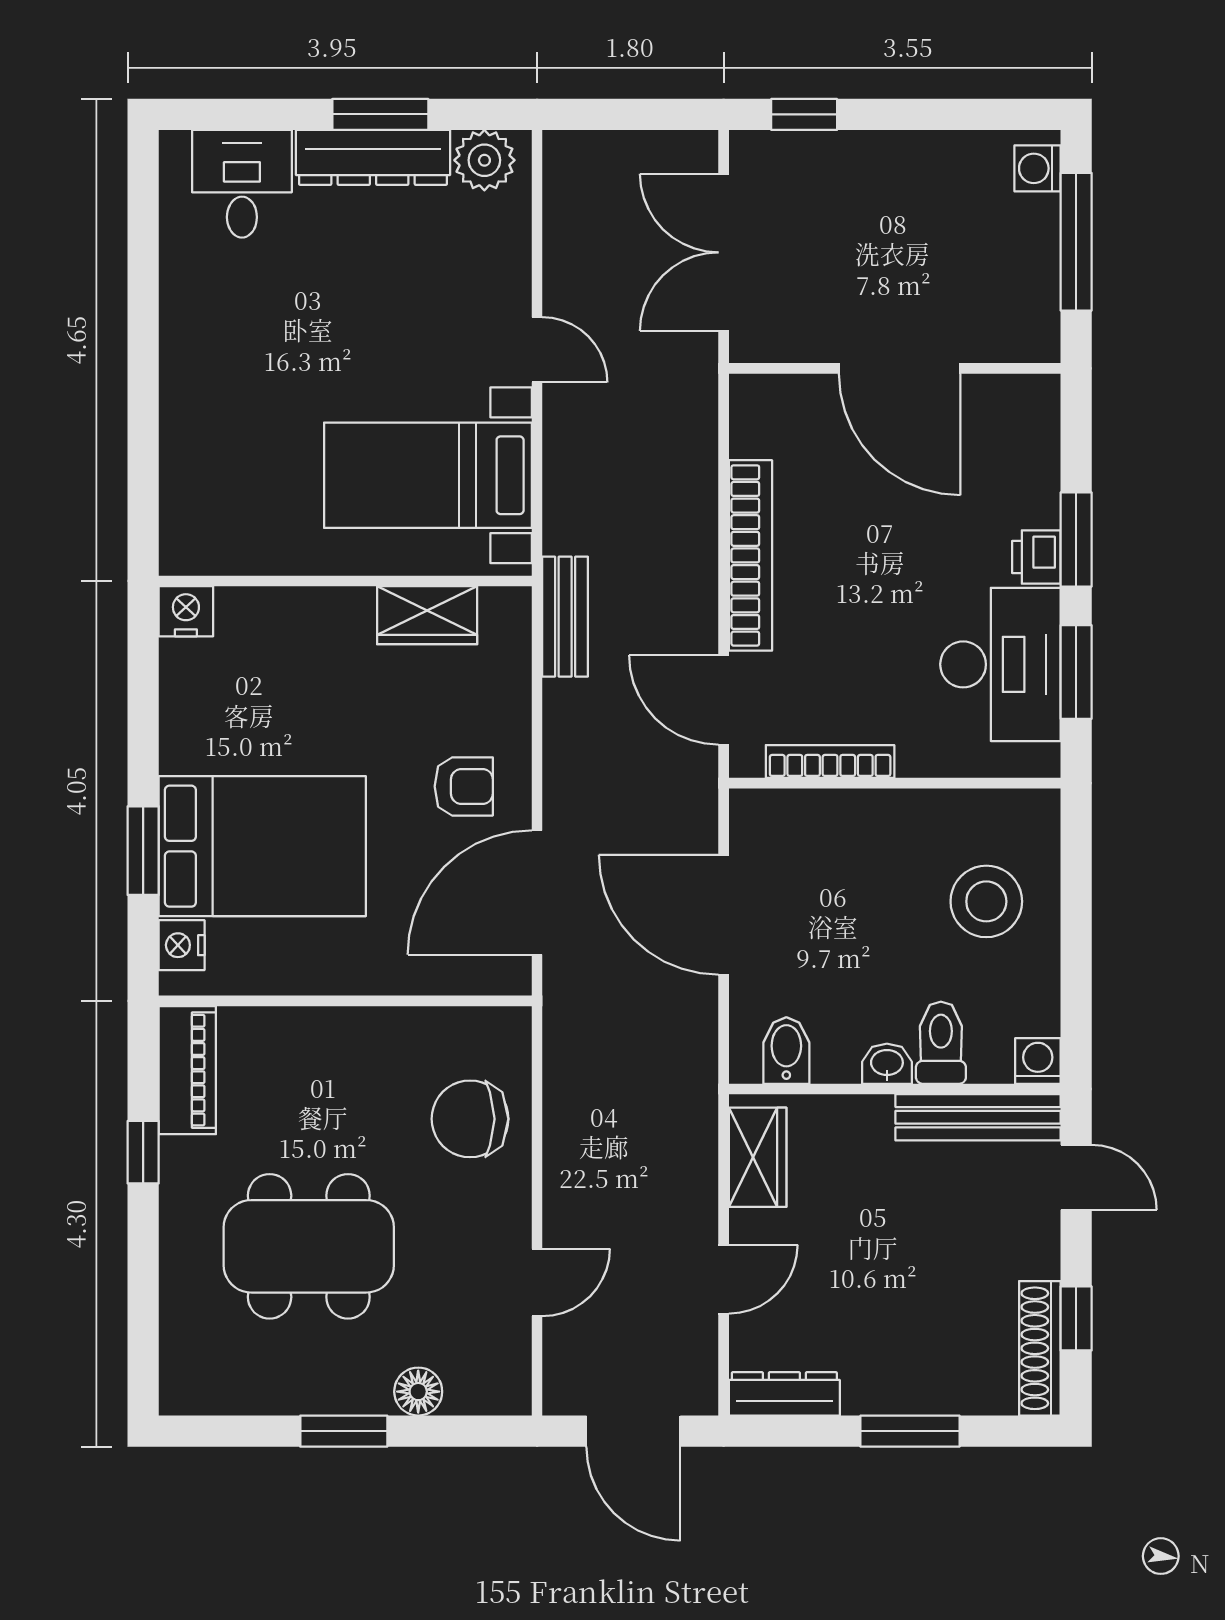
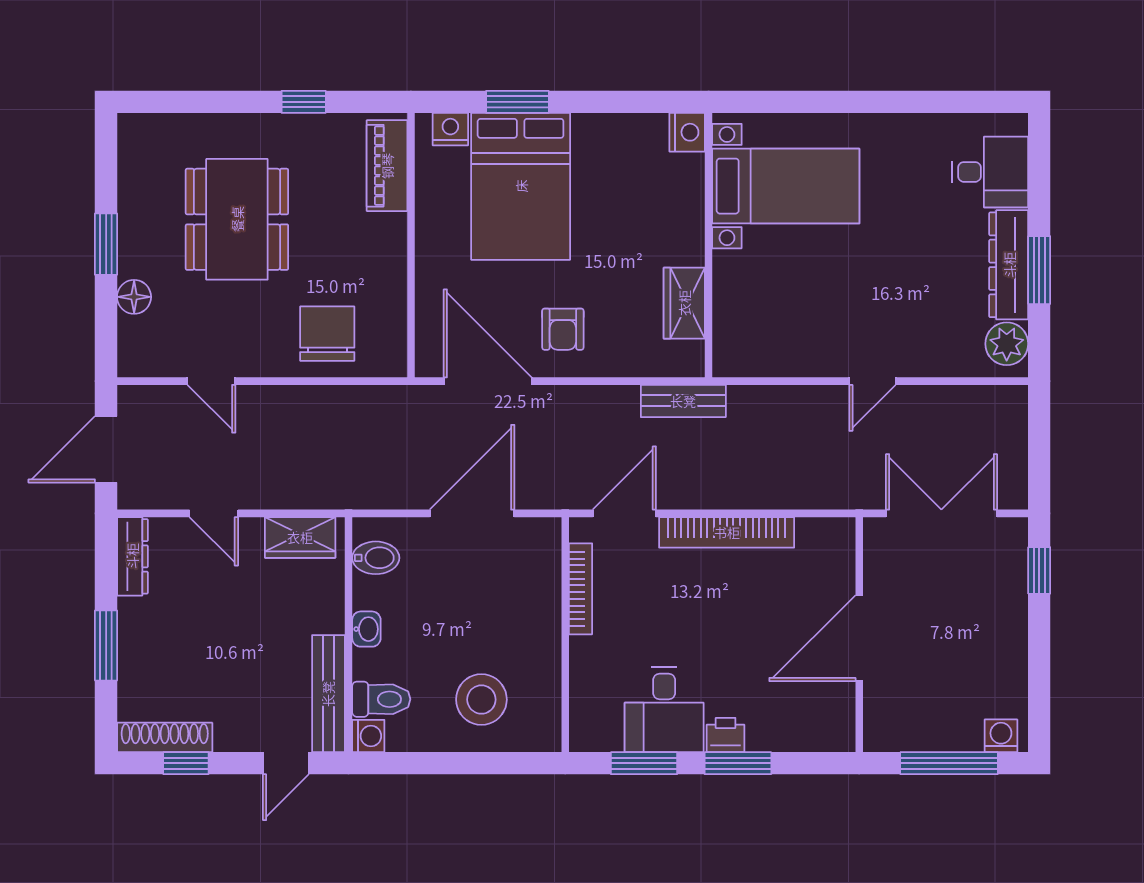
bed with nightstands: (428, 475) -> (786, 186), moved, turned 90
desk: (1000, 664) -> (664, 710), width x0.73
toilet: (941, 1043) -> (381, 699), moved
piano: (187, 1070) -> (387, 166), moved, turned 90

